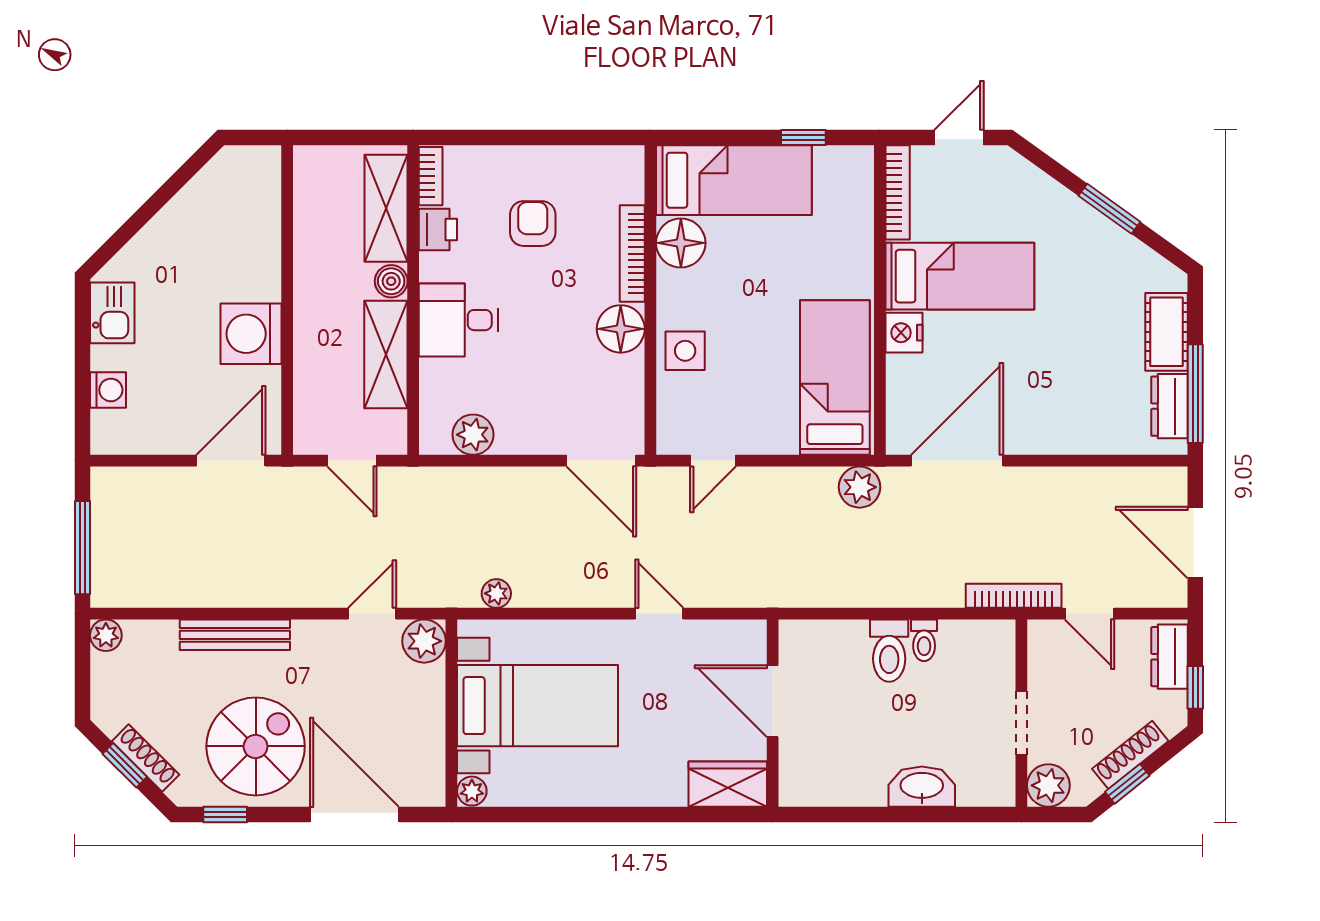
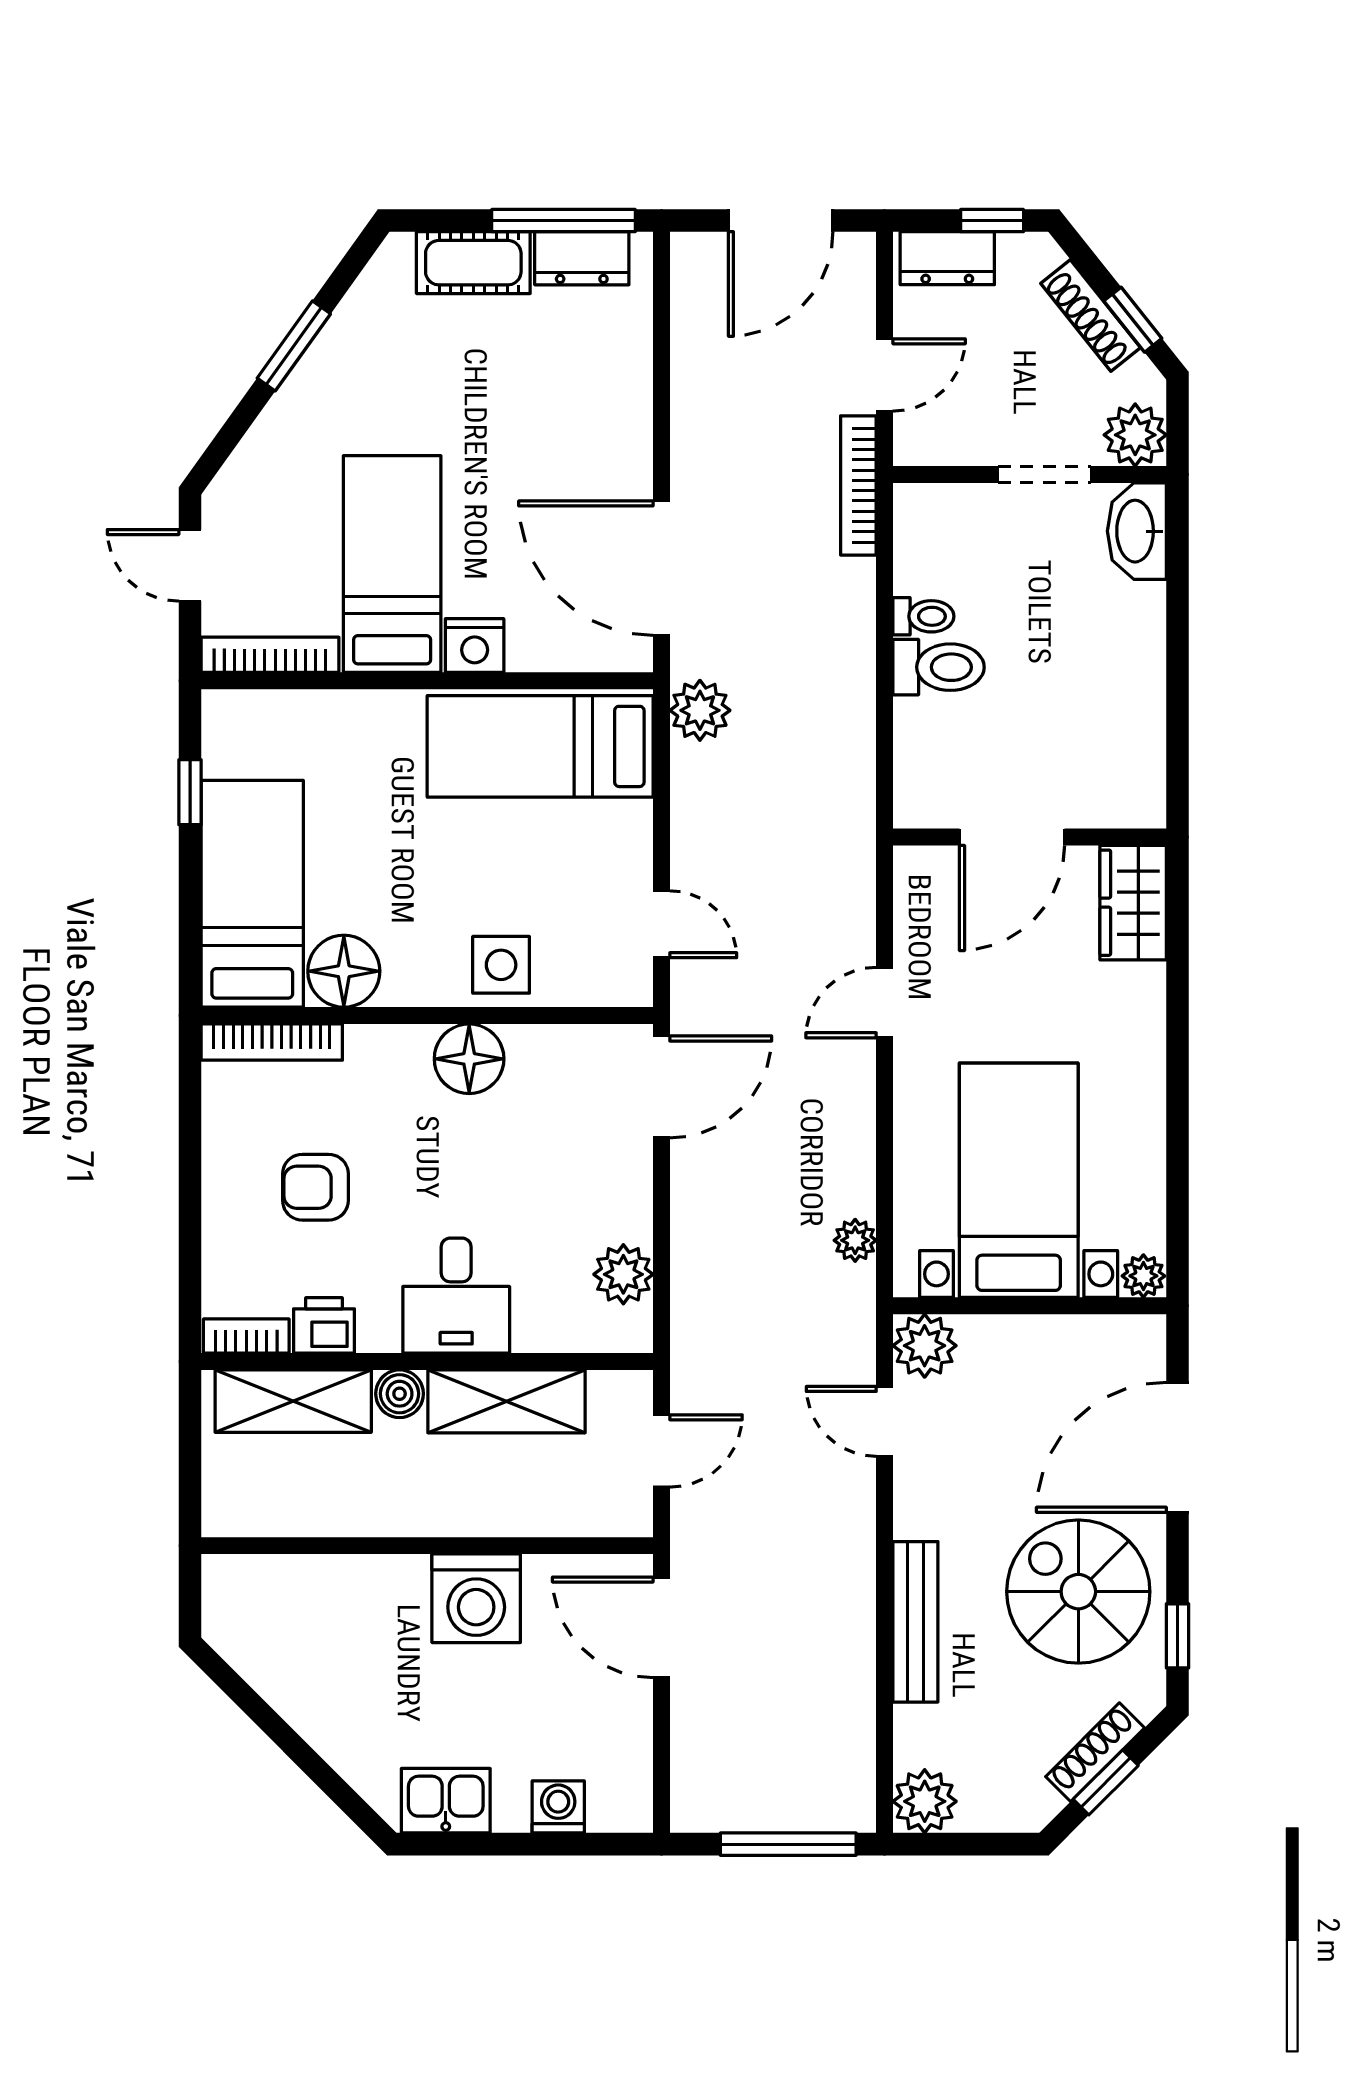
bookcase: (632, 254) -> (272, 1042), moved
plant: (106, 635) -> (925, 1801), width x1.38, depth x1.38
washbasin: (922, 787) -> (1137, 531), moved

